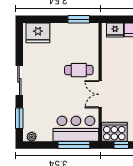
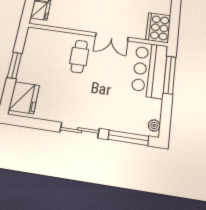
window: (79, 19) -> (15, 65), moved
window: (19, 118) -> (128, 138), width x1.44
window: (121, 145) -> (174, 22), removed

